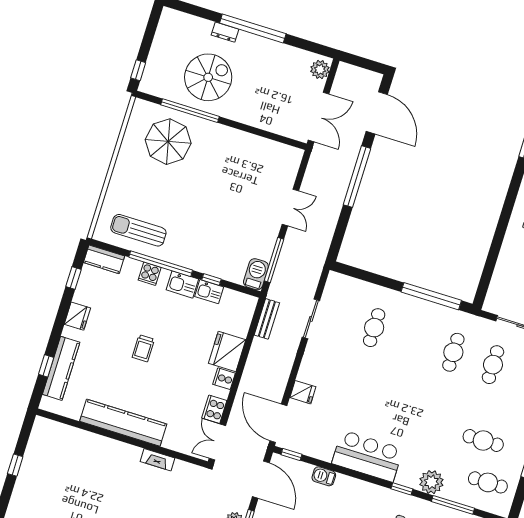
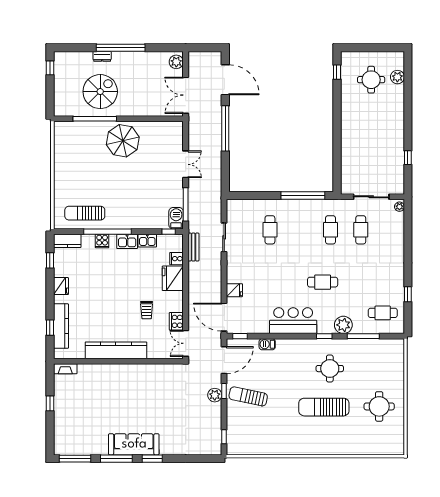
window: (138, 70) -> (50, 68), moved
double door: (319, 117) -> (186, 95), swing flipped
parasol: (168, 142) -> (123, 141), moved
window: (212, 280) -> (169, 232), moved
trolley: (143, 348) -> (147, 310), moved
cooker: (224, 379) -> (177, 259), moved
cafe table: (483, 440) -> (323, 282), moved
fireplace: (157, 460) -> (65, 369), moved
door: (261, 480) -> (224, 360), hinge flipped

